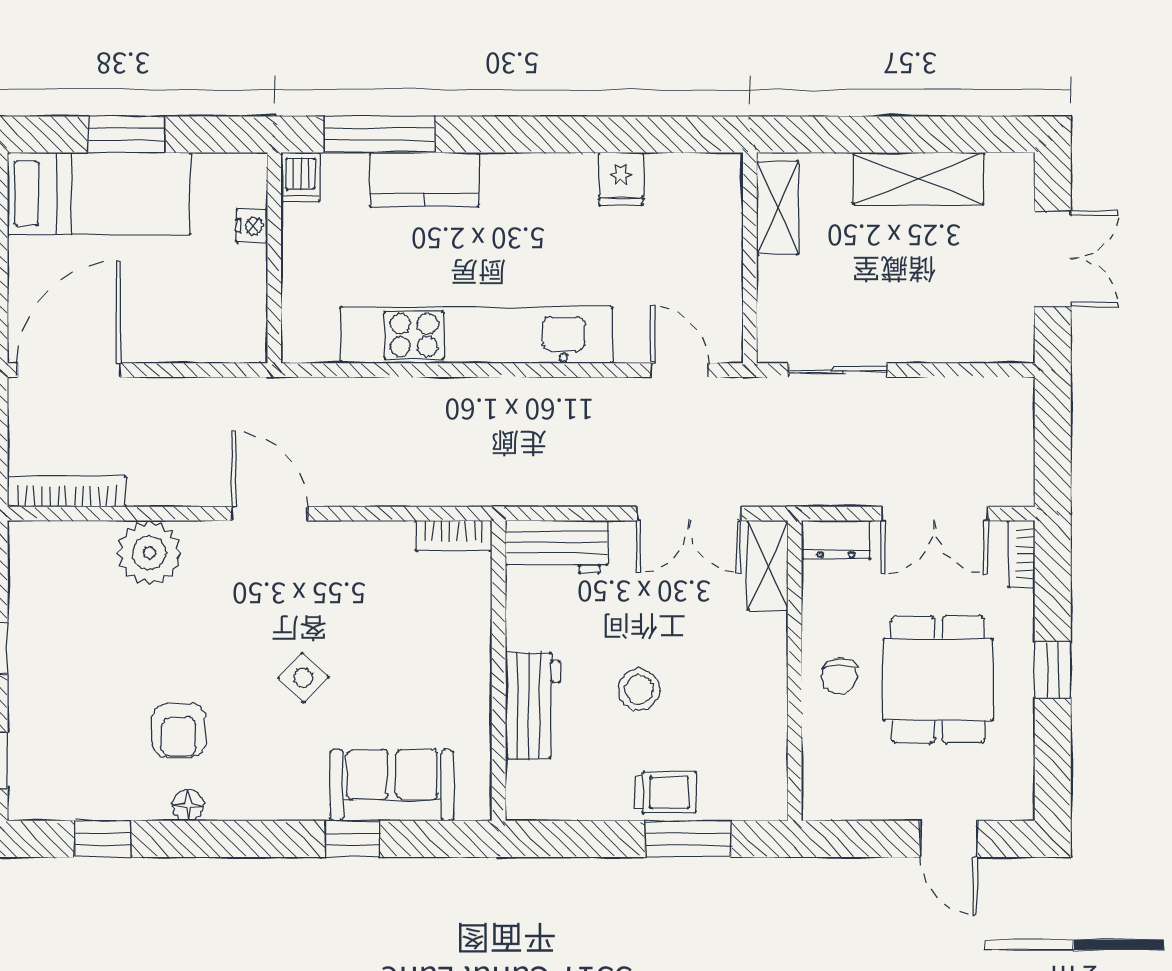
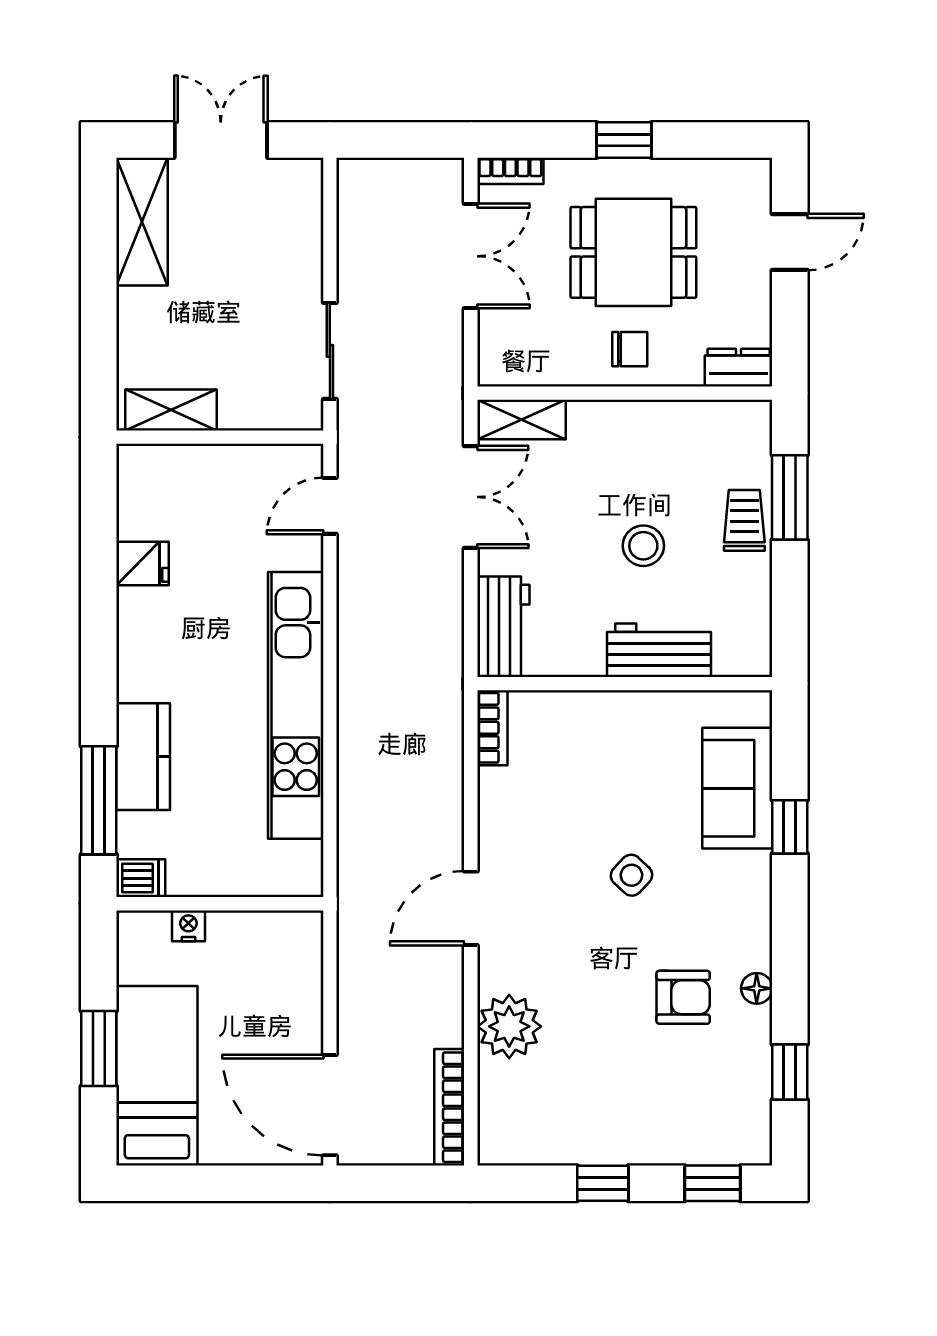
shelving: (919, 179) -> (142, 222), moved
dresser: (836, 540) -> (739, 368), moved, turned -90

